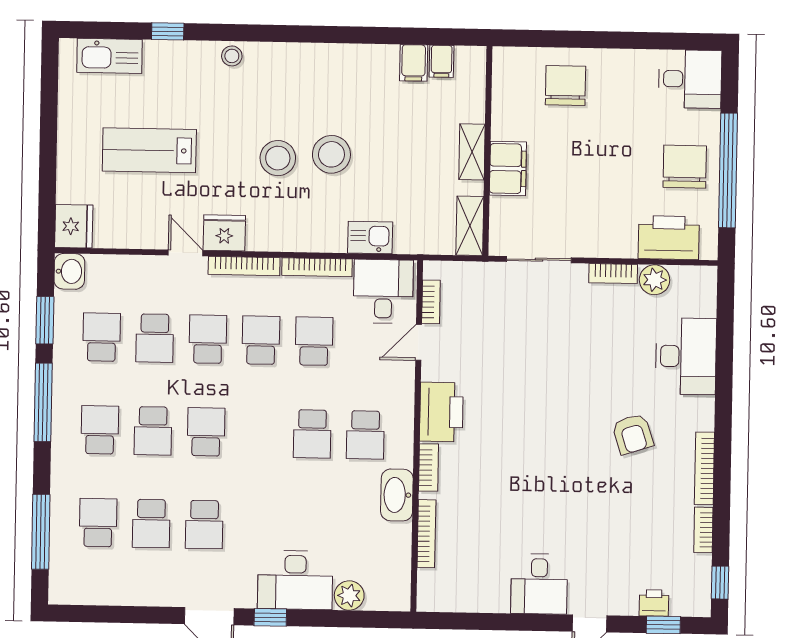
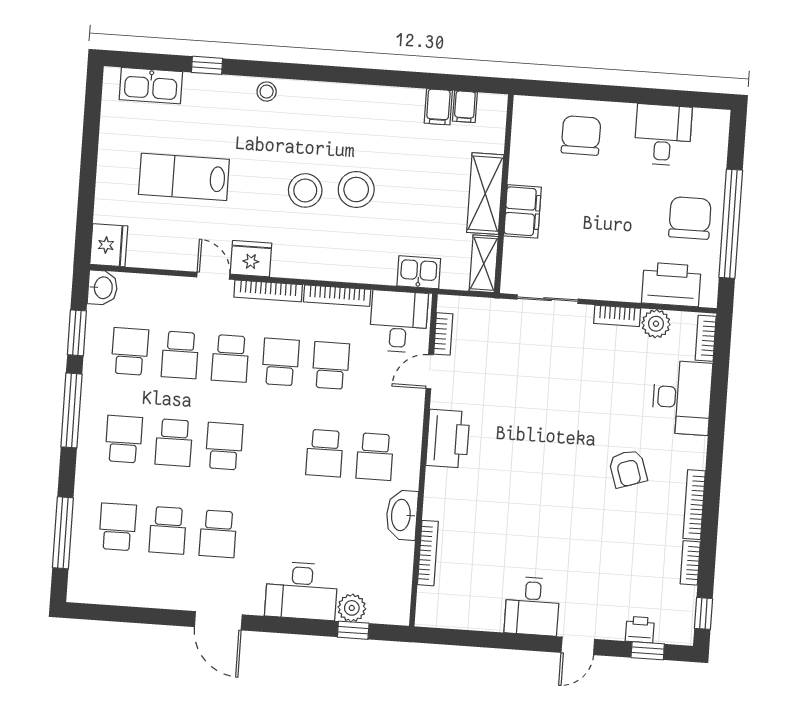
desk: (690, 79) -> (663, 135), moved, turned -90
shelving: (472, 152) -> (485, 194), width x1.50, depth x1.33
kitchen sink: (370, 238) -> (419, 272), moved
school desk: (208, 339) -> (230, 358), turned 180
bookcase: (428, 467) -> (706, 338), moved, turned 180
window: (270, 617) -> (353, 630), moved

